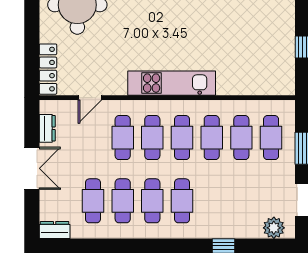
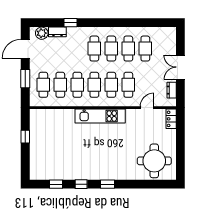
locker: (48, 69) -> (171, 119), width x0.66
dresser: (55, 230) -> (57, 32), moved

